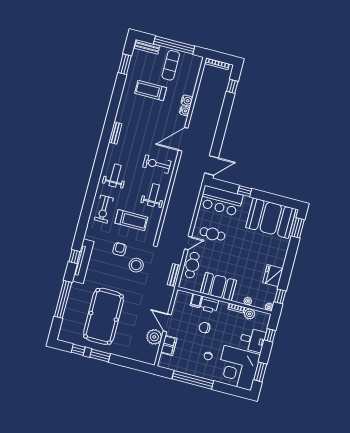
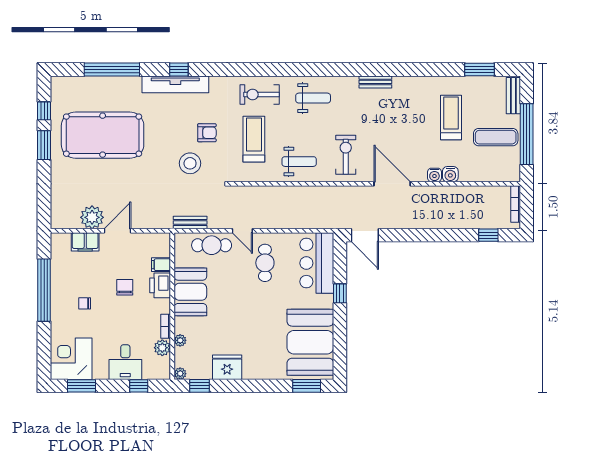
treadmill: (131, 220) -> (254, 139), turned 180
corner desk: (238, 368) -> (71, 359), width x0.74, depth x0.74

